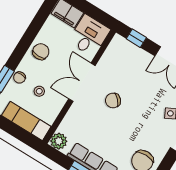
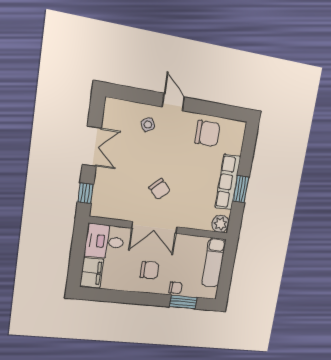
chair: (41, 52) -> (149, 270), moved, turned 180
stool: (39, 91) -> (181, 264), removed

